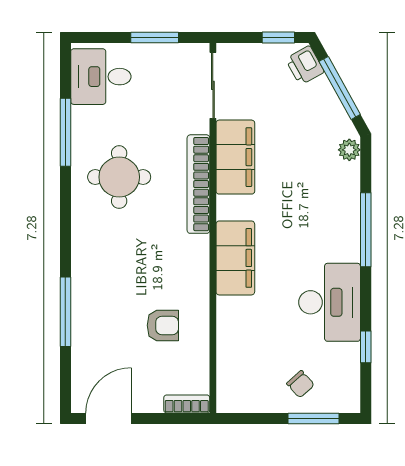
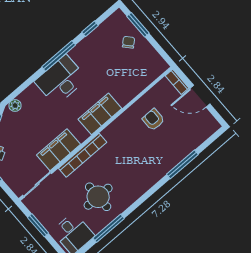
round table: (119, 177) -> (98, 197), moved
window: (366, 230) -> (59, 56), moved
desk: (330, 302) -> (61, 80), moved
door: (109, 418) -> (200, 96), moved

